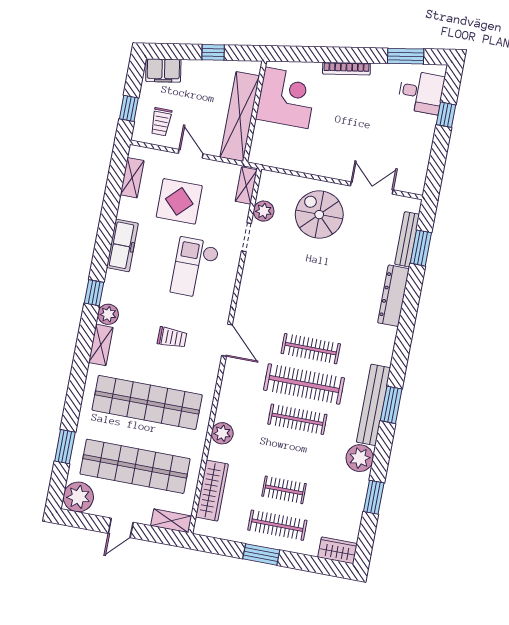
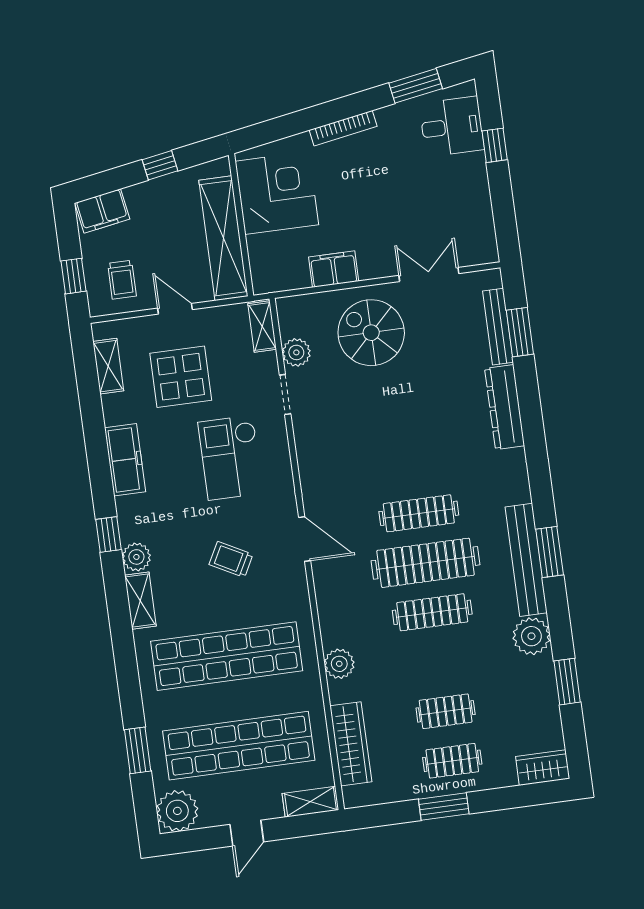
filing cabinet: (308, 163) -> (334, 269), added
trolley: (172, 338) -> (231, 559), turned -152
clothes rail: (277, 525) -> (452, 761), width x0.73

